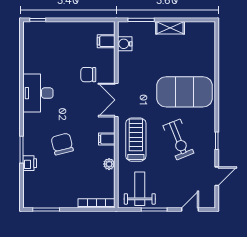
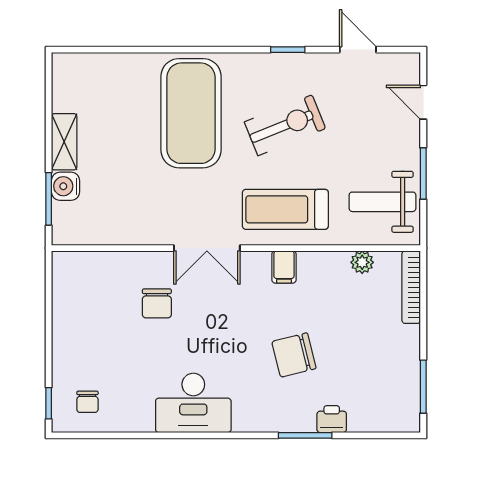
chair: (38, 39) -> (87, 402), added
filing cabinet: (106, 41) -> (91, 268), removed
water cooler: (125, 44) -> (66, 186), moved, turned 90
plant: (109, 164) -> (362, 262), moved

